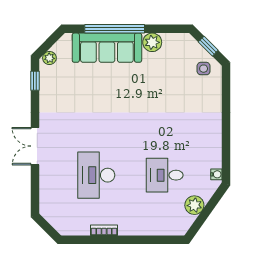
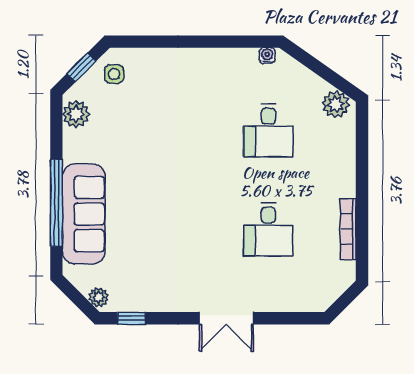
plant: (152, 42) -> (76, 114), moved
desk: (96, 175) -> (268, 229), width x0.73
plant: (194, 205) -> (336, 104), moved
bookcase: (104, 230) -> (348, 229), width x1.56

